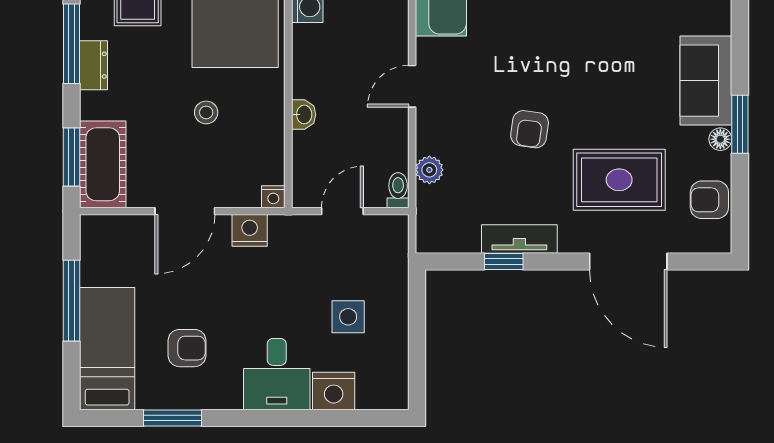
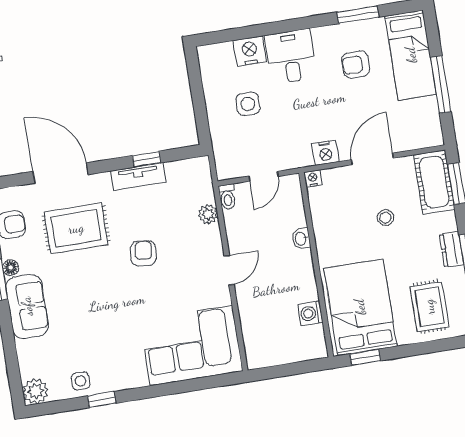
stool: (206, 112) -> (385, 218), moved

